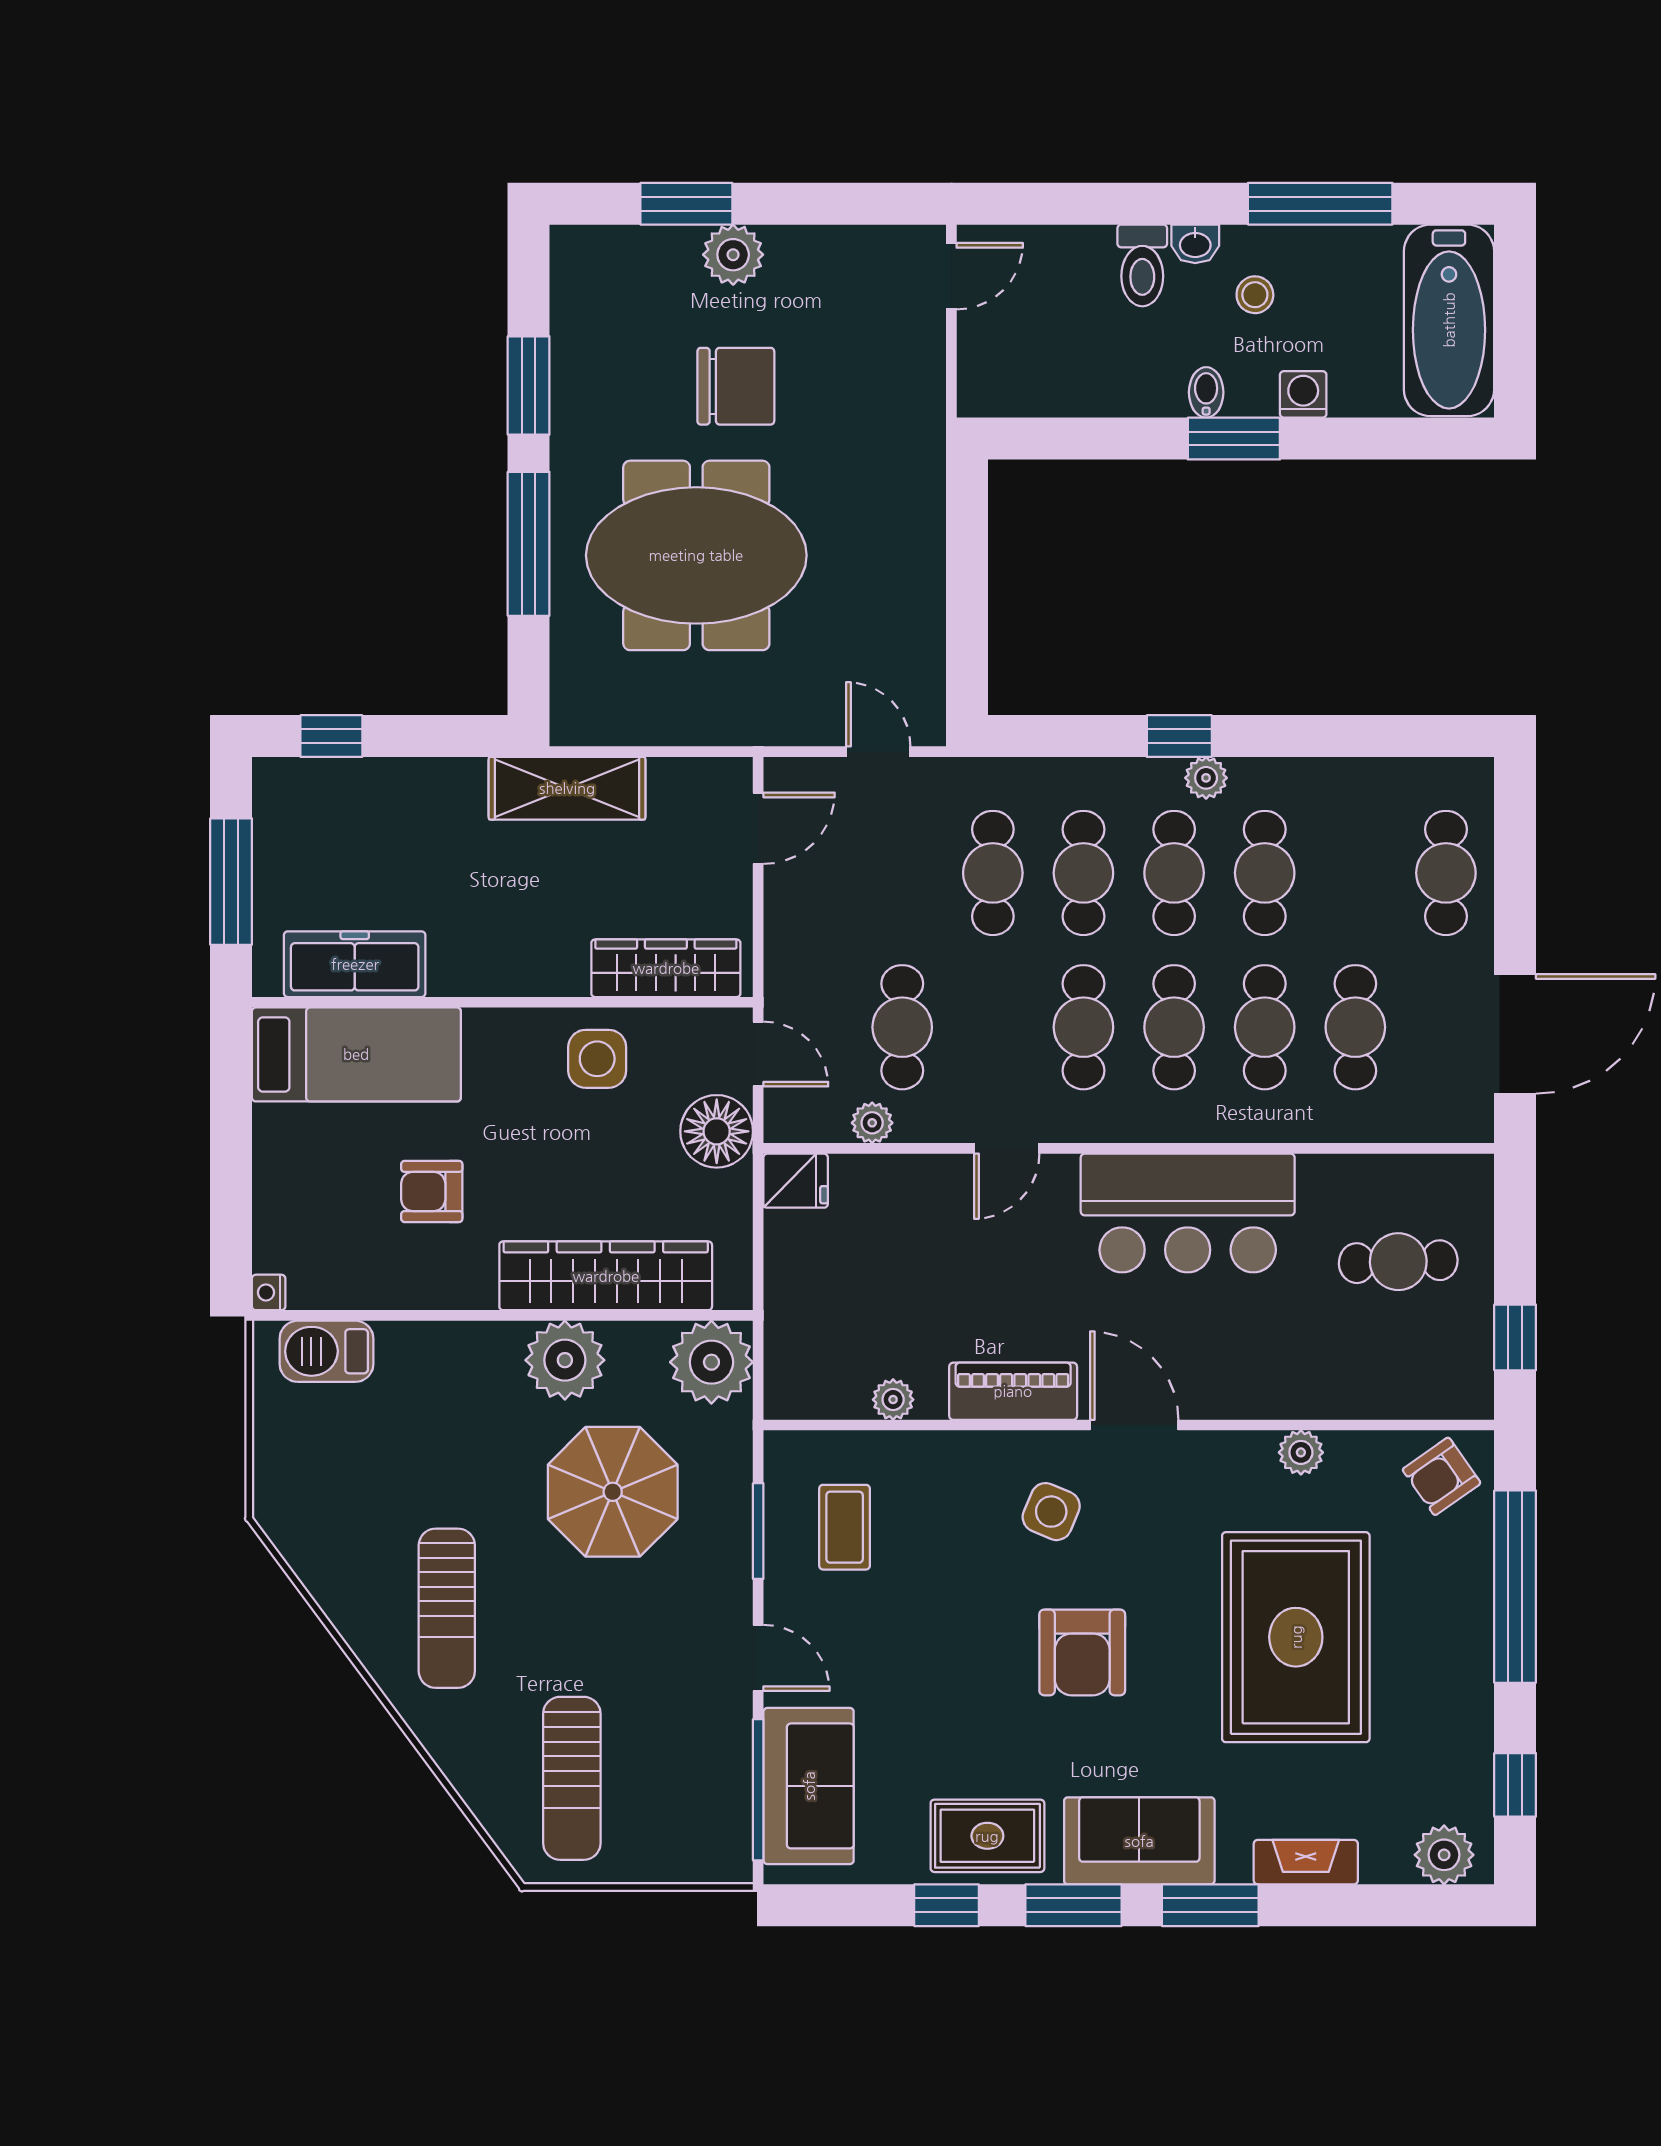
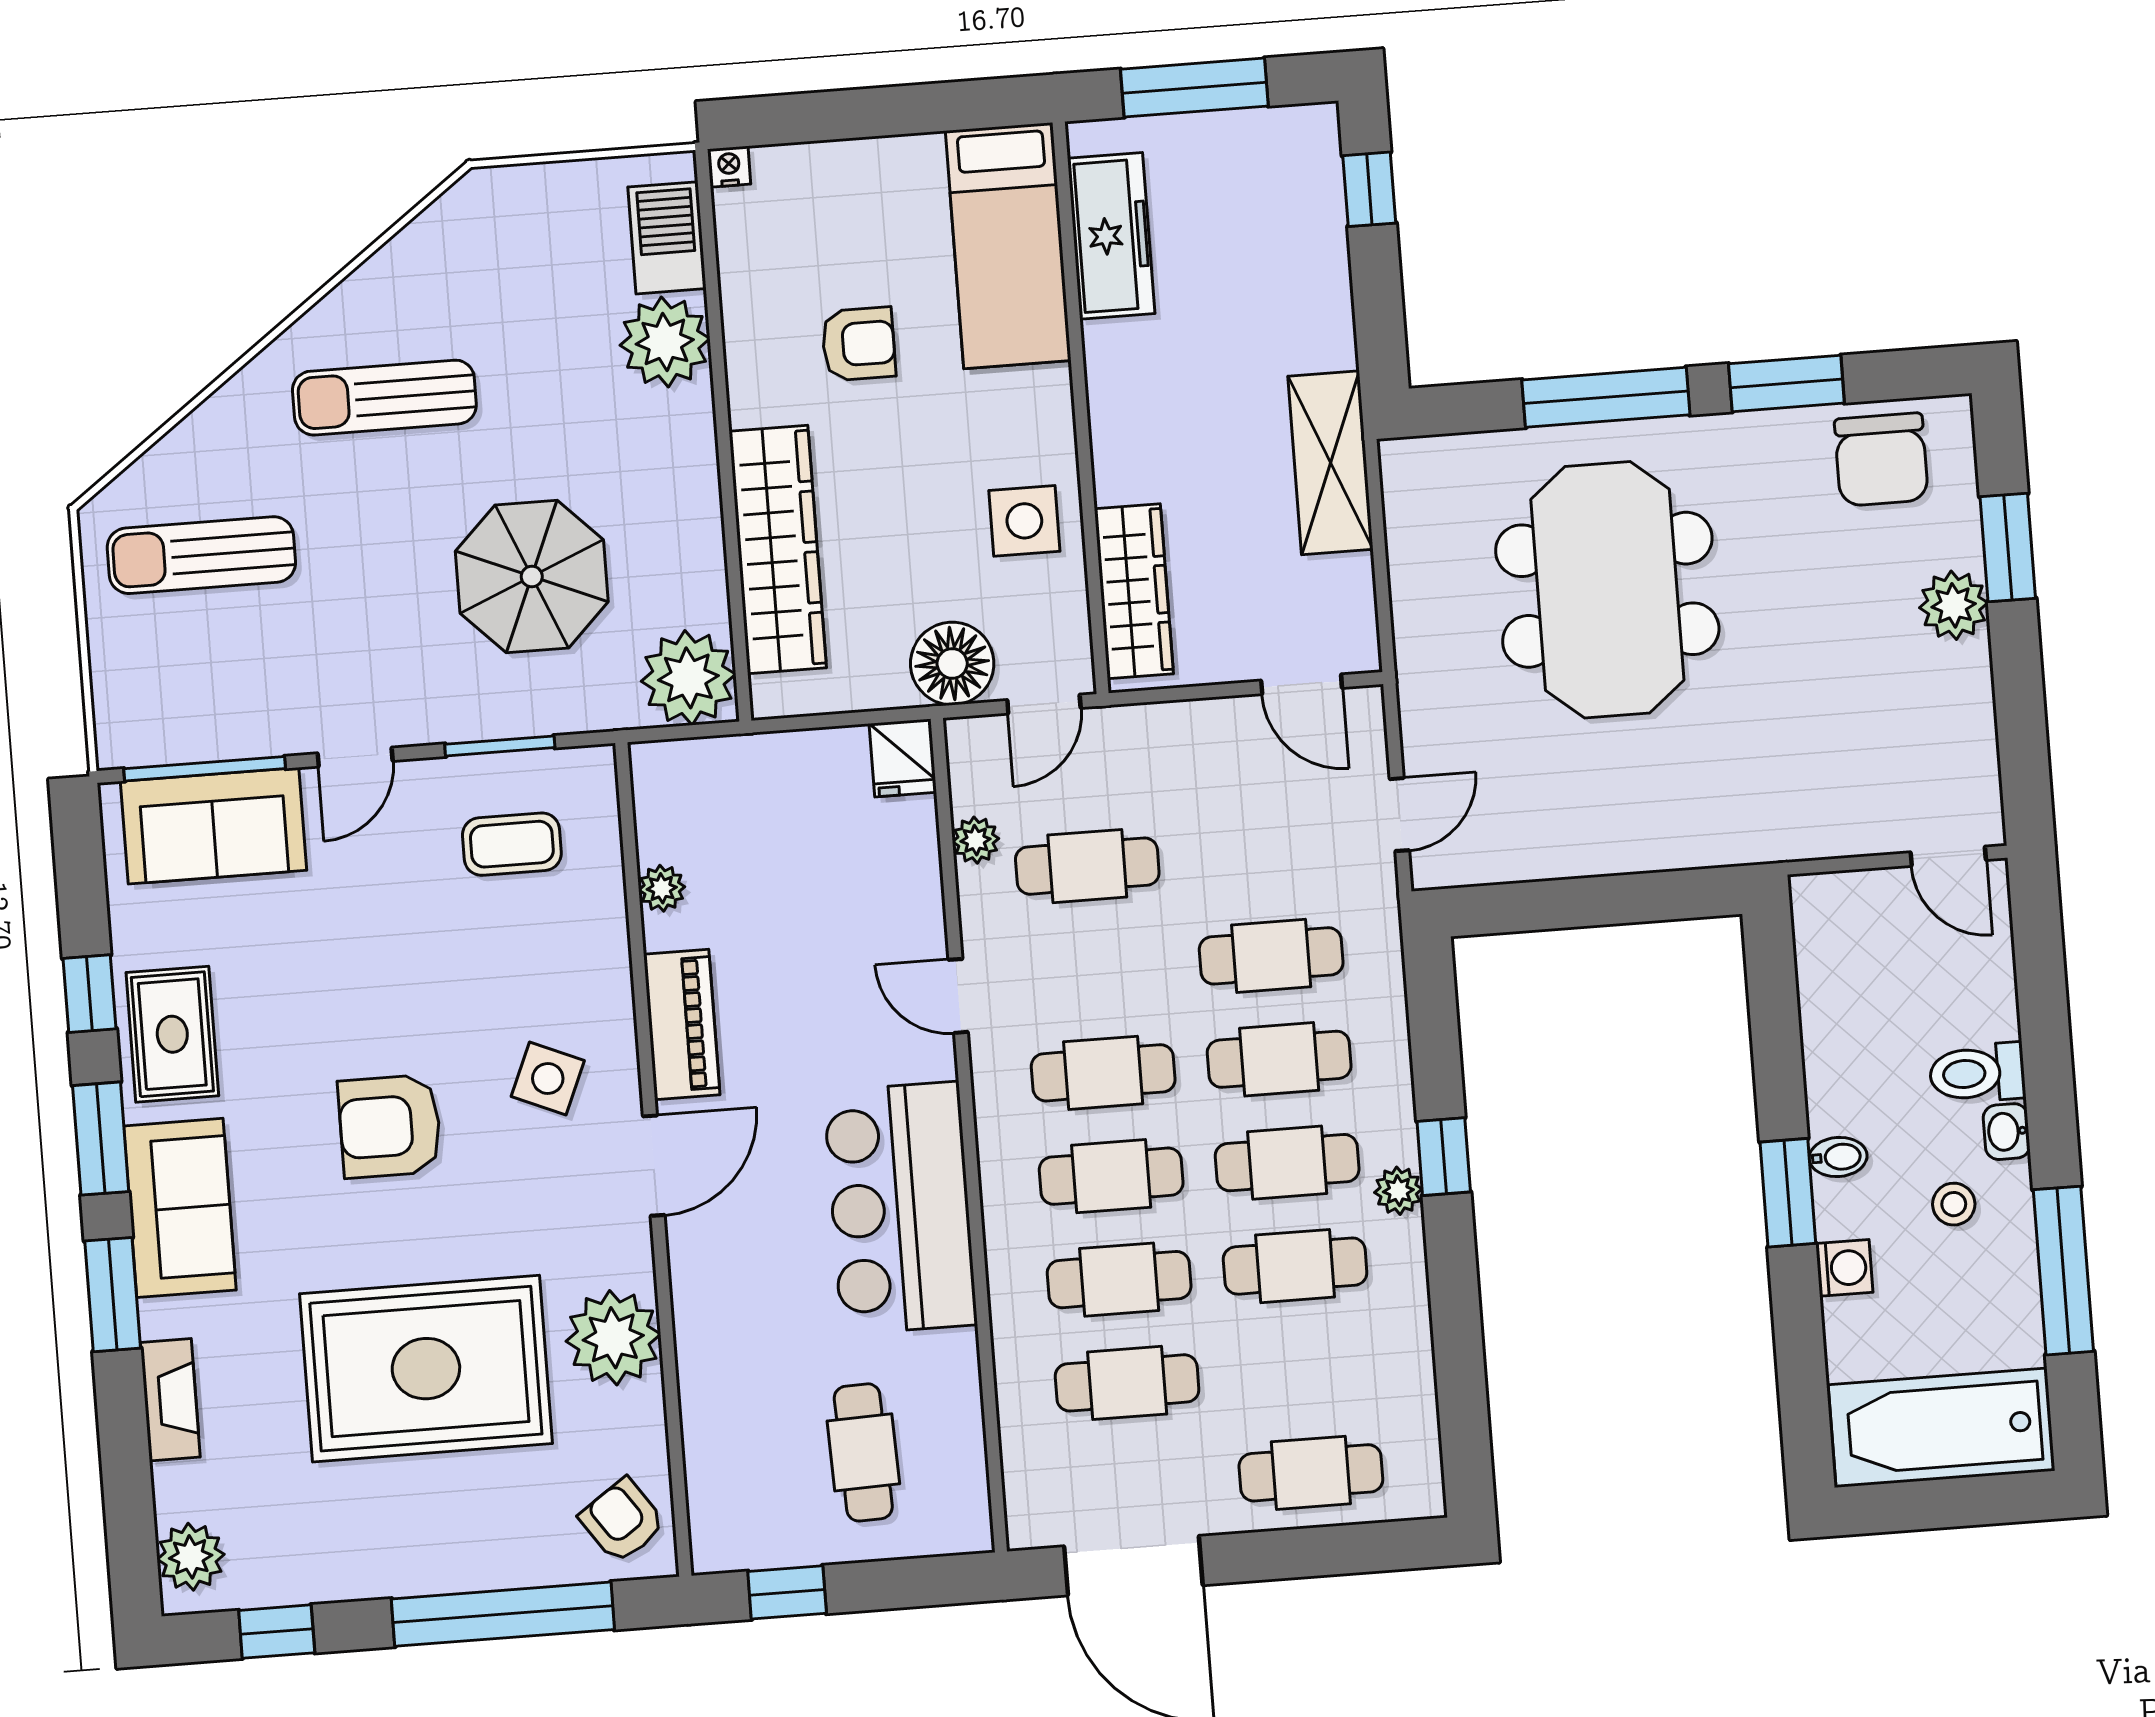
chair: (736, 386) -> (1881, 460), moved
armchair: (432, 1191) -> (859, 344), turned 90
plant: (565, 1360) -> (665, 342), moved
plant: (1301, 1452) -> (613, 1338), width x1.88, depth x1.88

